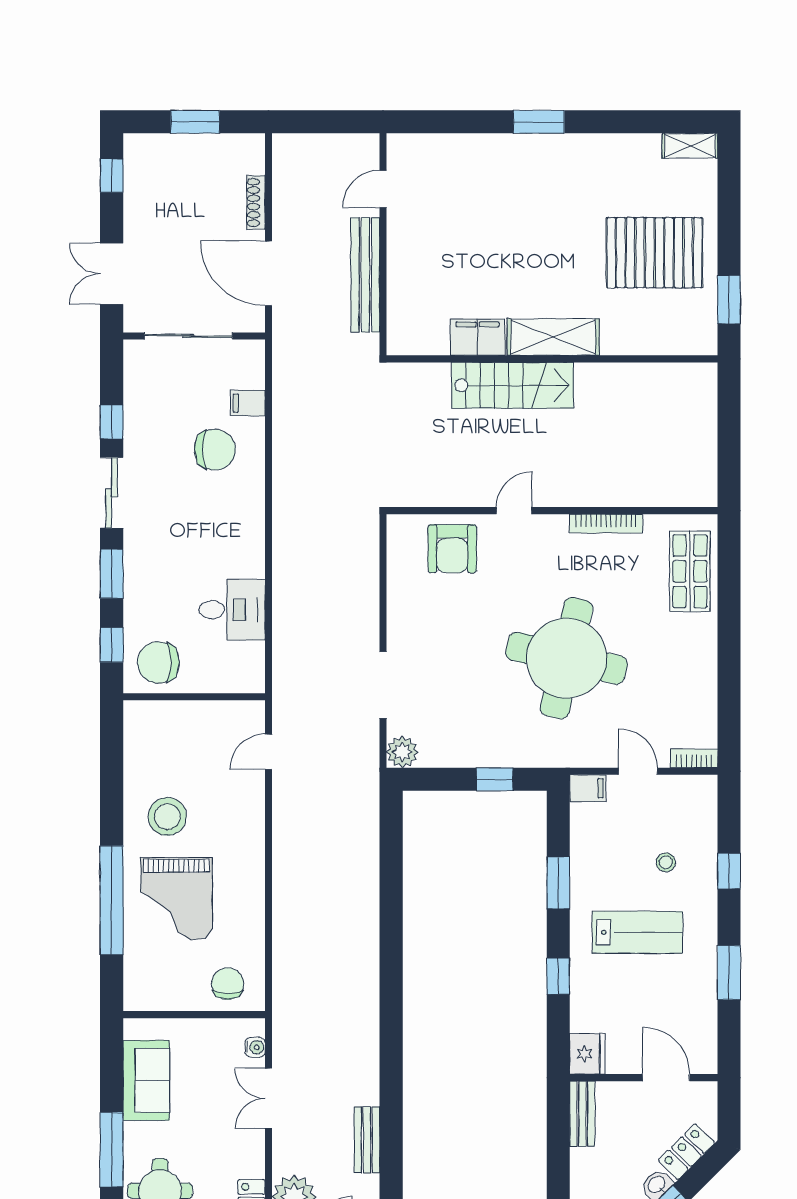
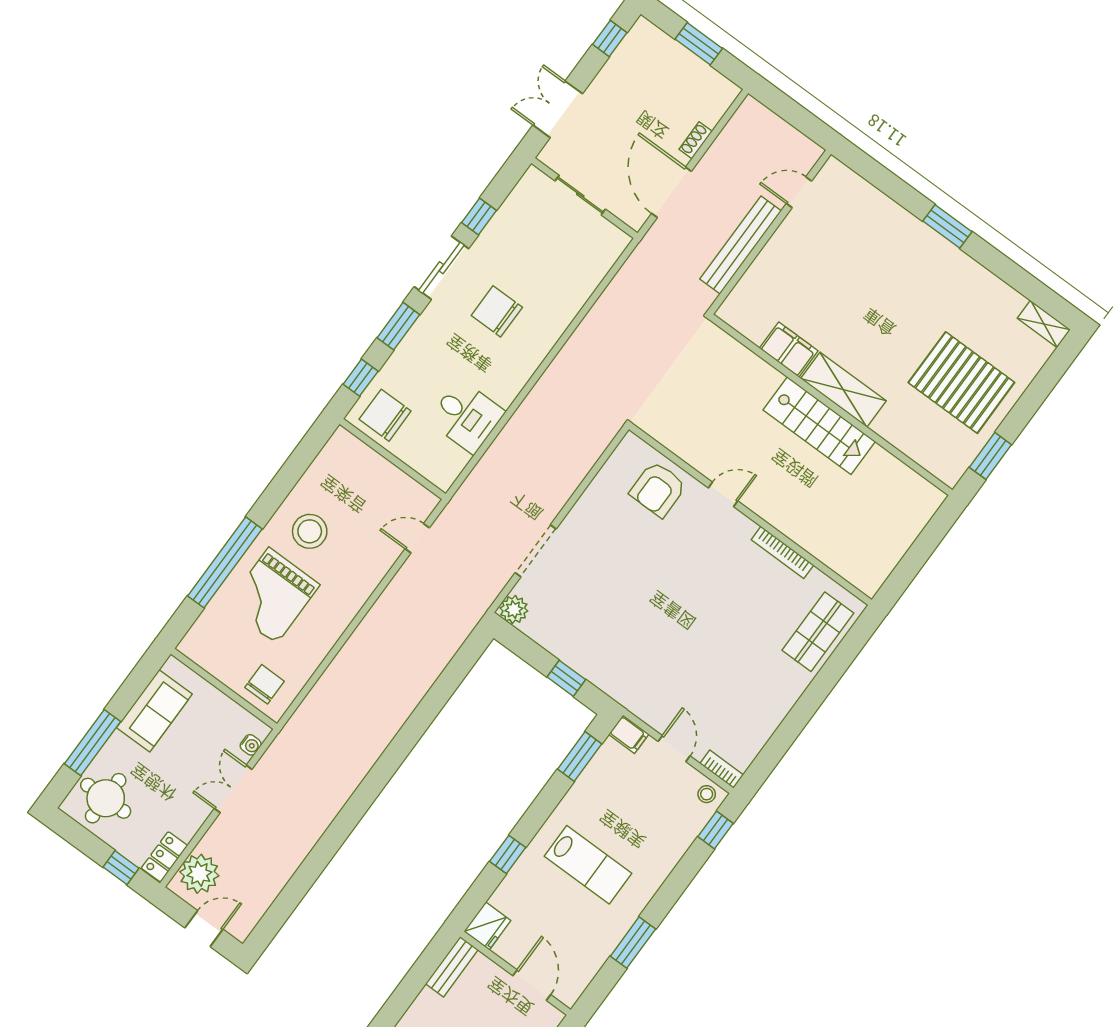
shoe rack: (256, 202) -> (696, 140), width x0.70
sliding door: (188, 336) -> (580, 195), width x0.73
stairs: (513, 385) -> (819, 426), moved
filing cabinet: (248, 403) -> (588, 275), removed
chair: (215, 450) -> (497, 311), moved, turned 180
round table: (567, 658) -> (682, 629), removed
stool: (666, 862) -> (707, 794), moved
window: (729, 871) -> (716, 830), moved
window: (558, 883) -> (580, 756), moved
bench: (367, 1140) -> (282, 871), removed

